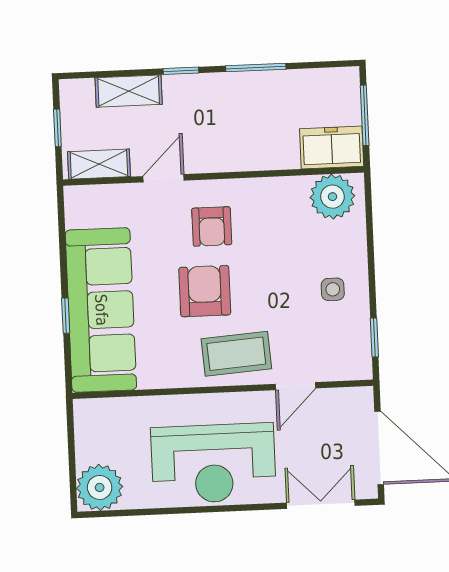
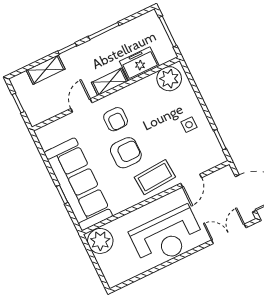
freezer: (332, 148) -> (139, 64), moved
shelving: (99, 164) -> (110, 82), moved
armchair: (205, 291) -> (126, 153), turned 90
plant: (100, 487) -> (100, 241), moved

